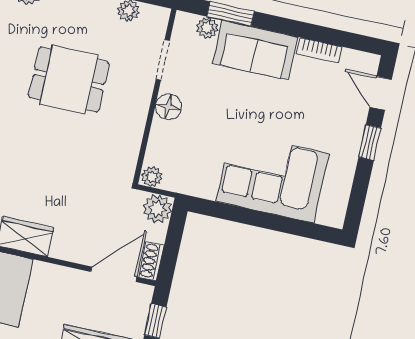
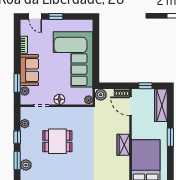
dining table: (69, 80) -> (57, 141), turned 90
door: (381, 93) -> (35, 16), hinge flipped
corner sofa: (272, 177) -> (73, 59), width x1.36, depth x1.36

